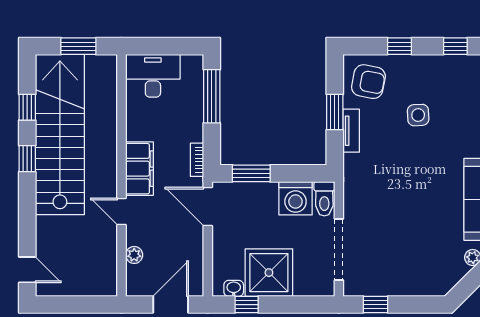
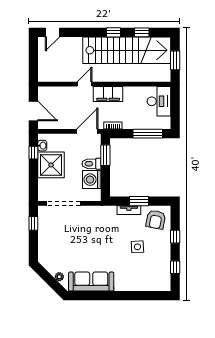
toilet: (324, 199) -> (92, 164), moved
plant: (134, 255) -> (61, 91), removed

